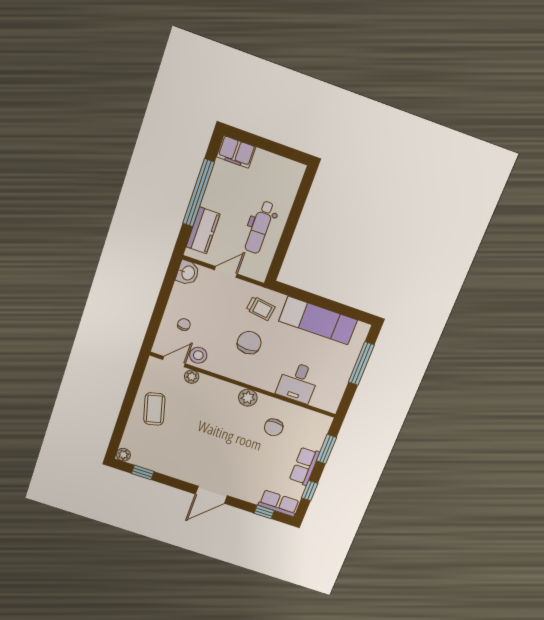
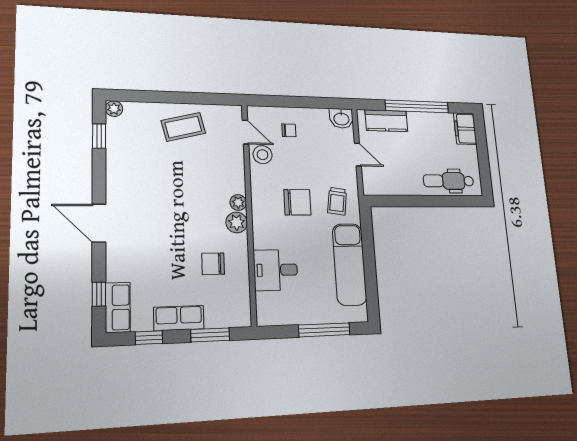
dental chair: (260, 227) -> (449, 181), moved
plant: (192, 377) -> (238, 202), moved

